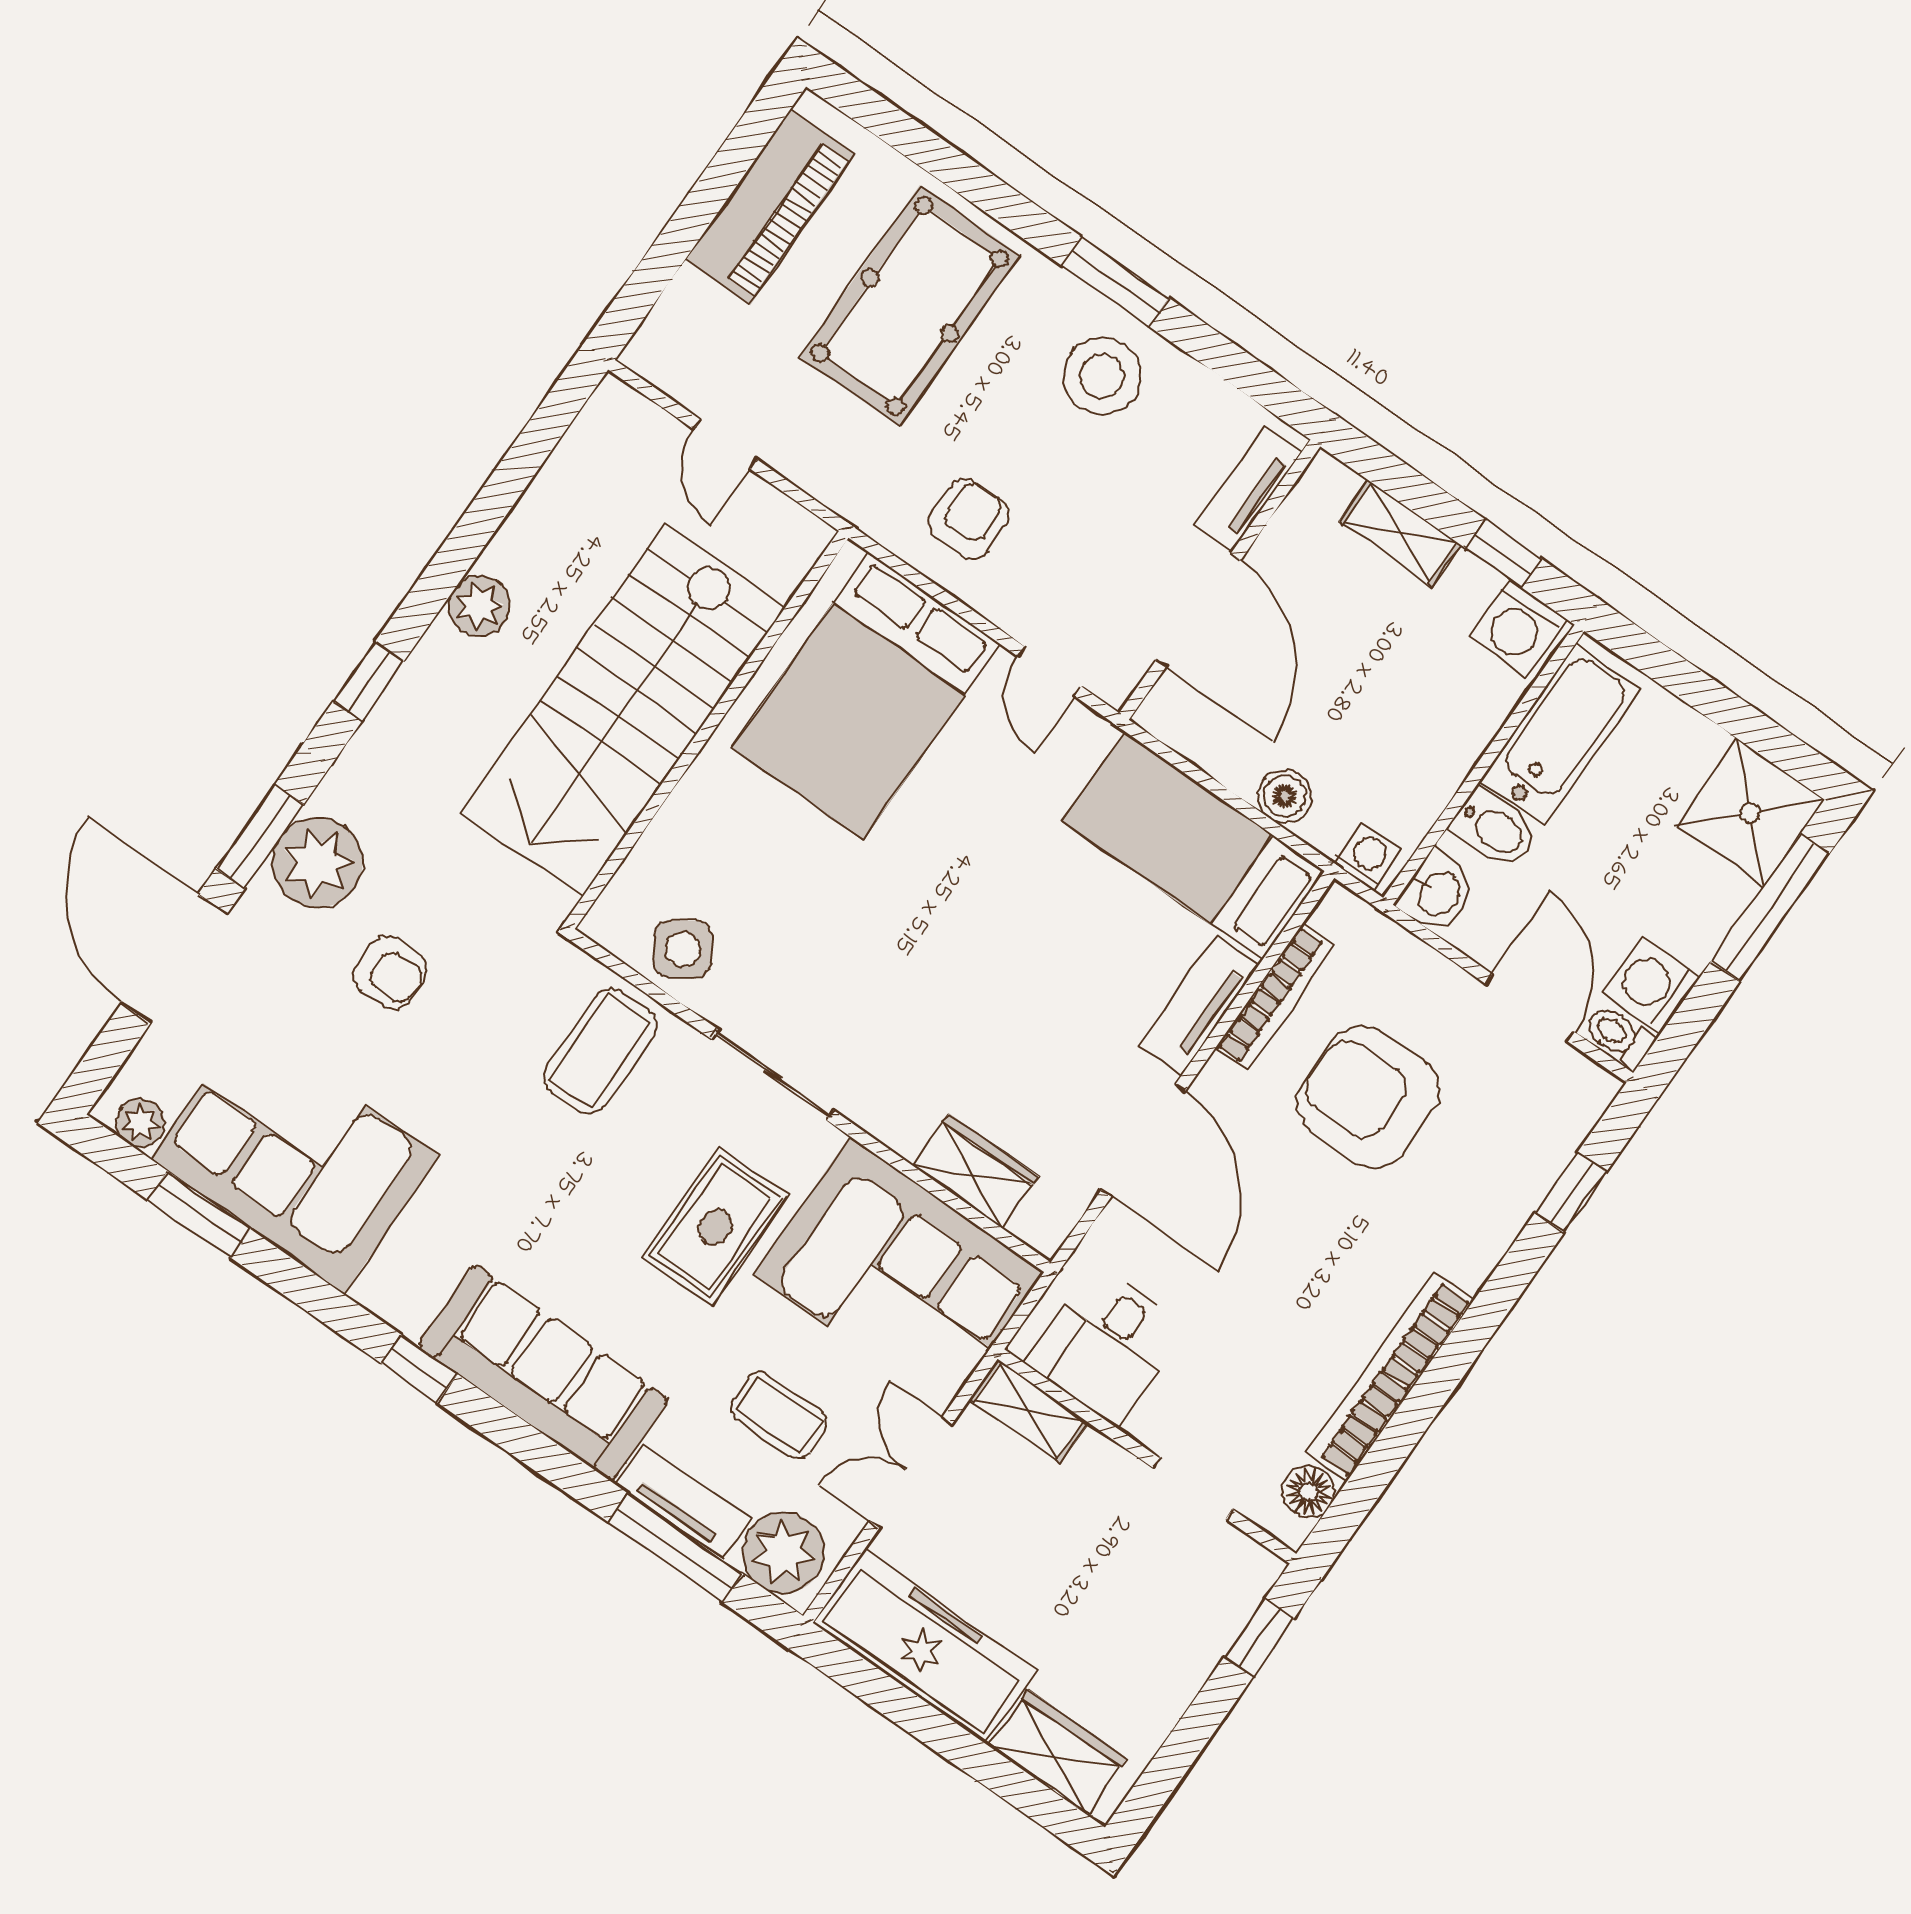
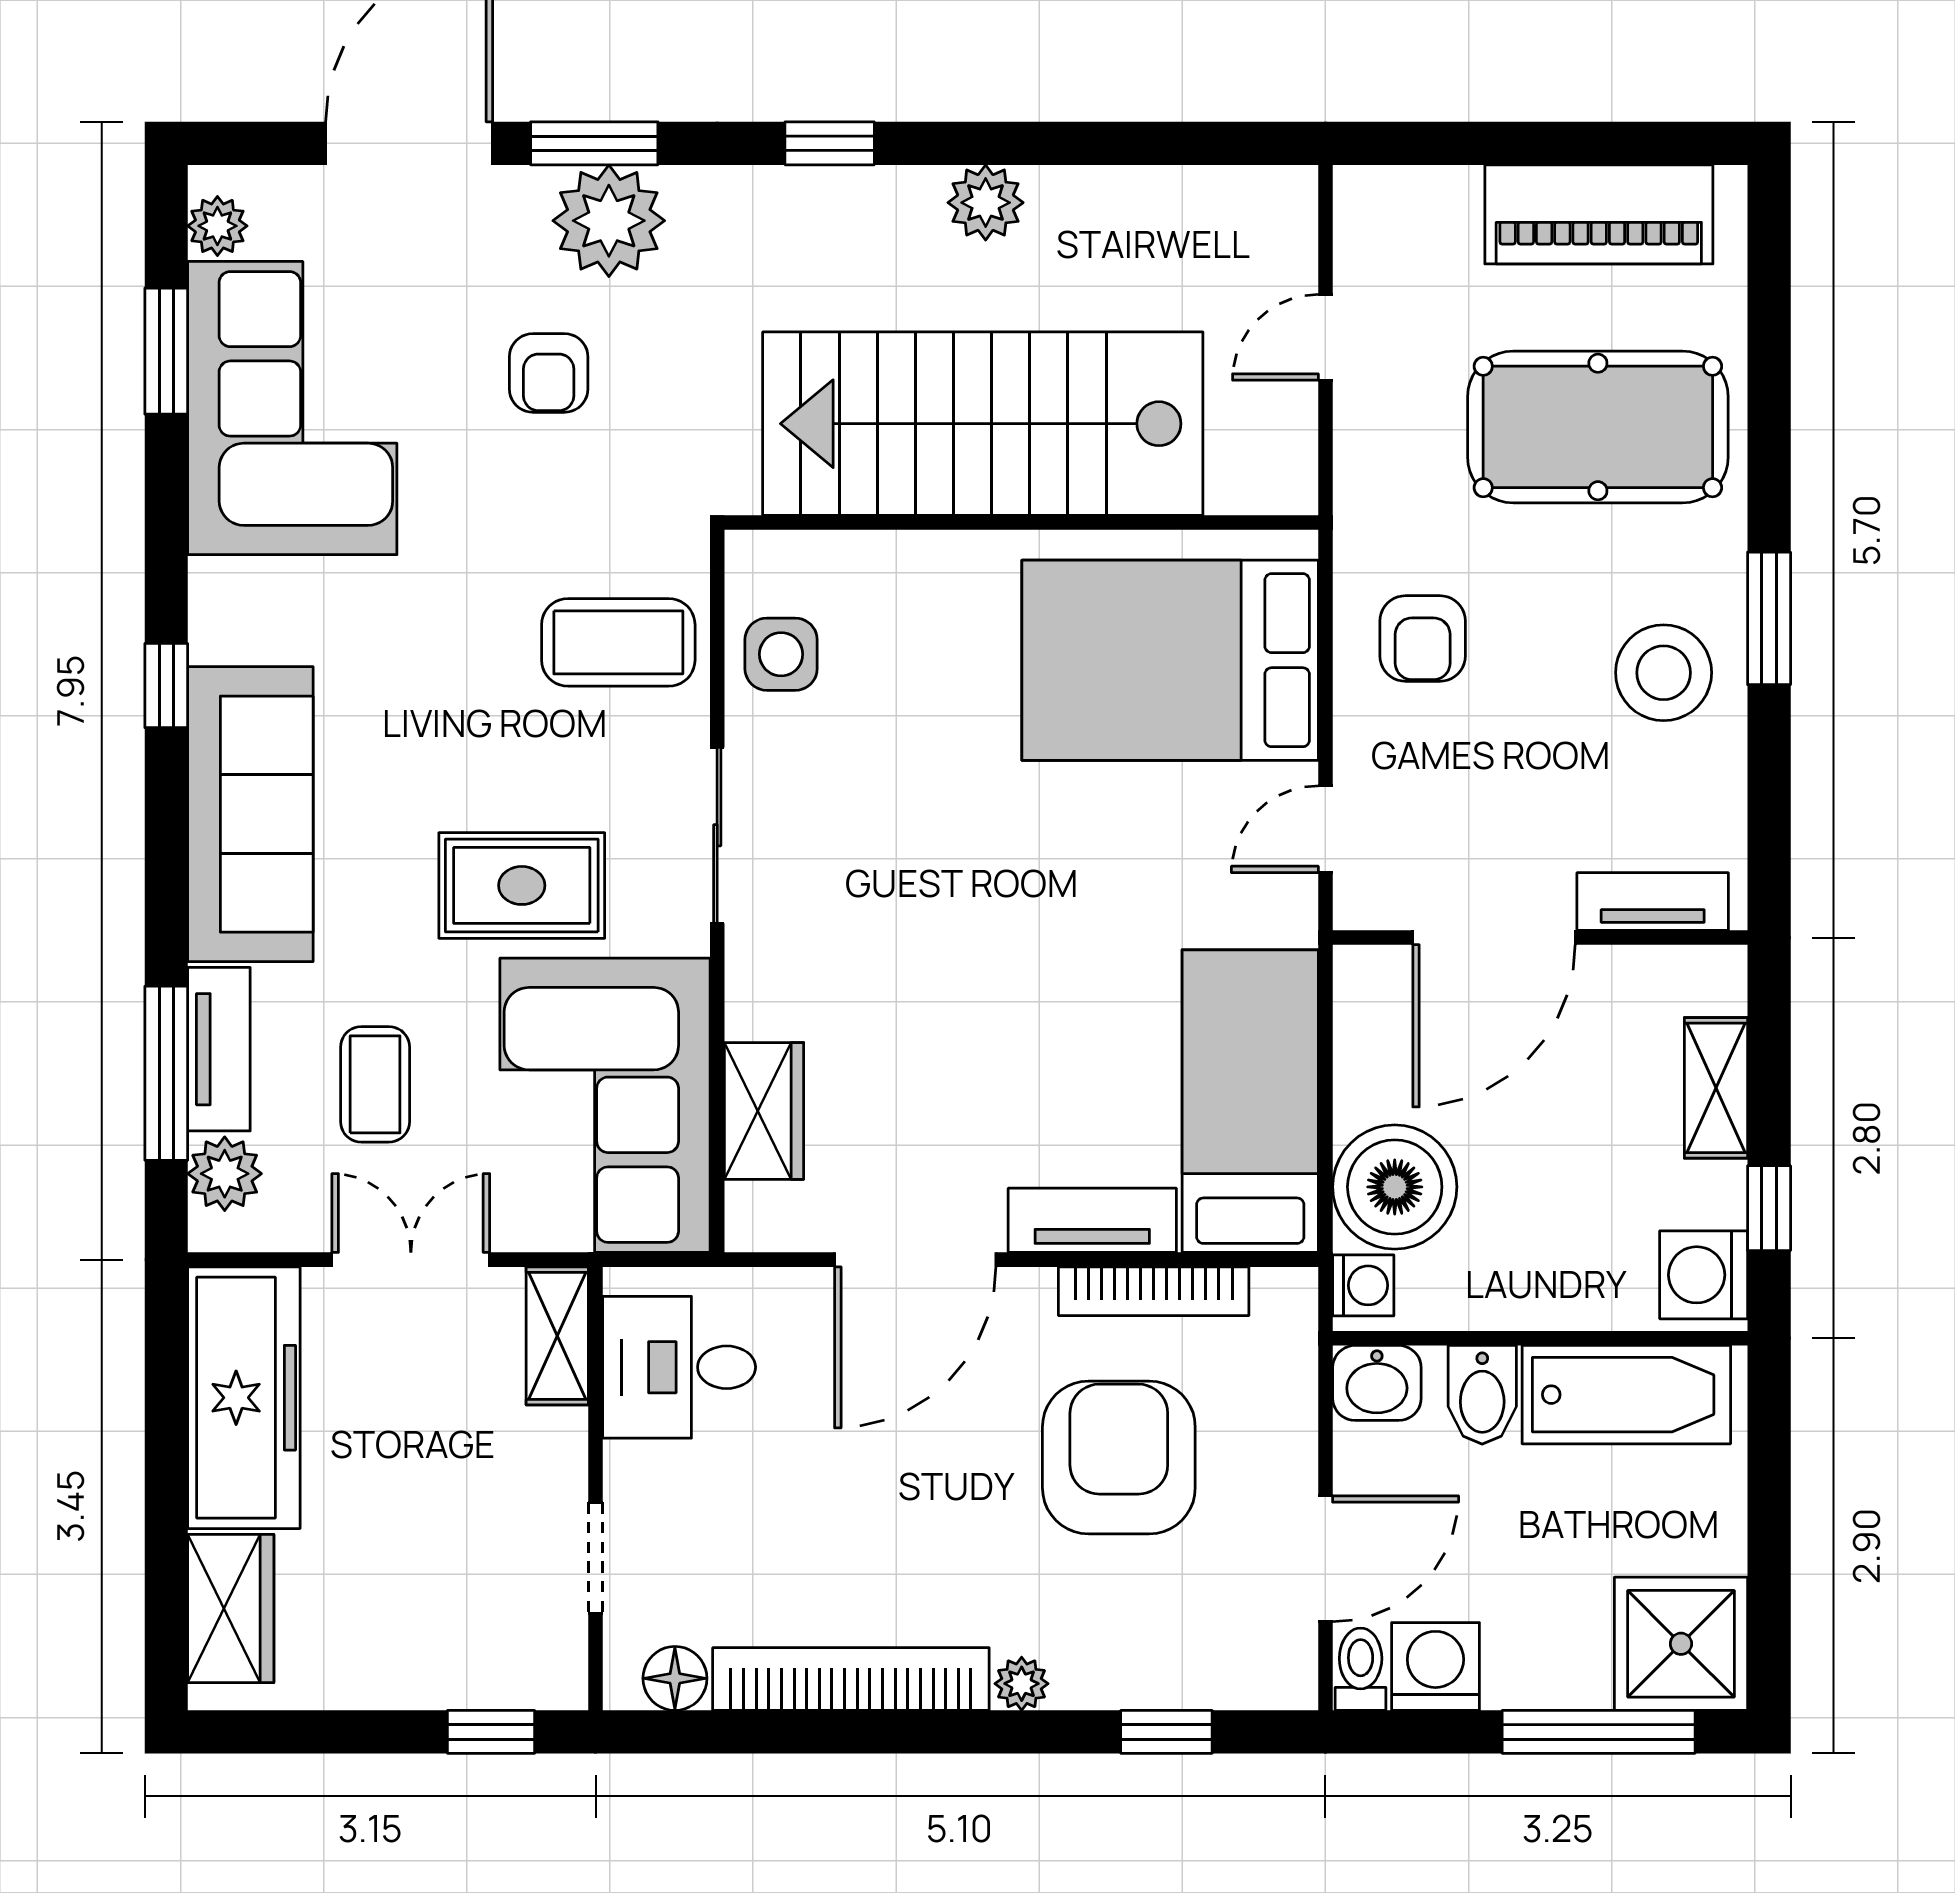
armchair: (968, 519) -> (1423, 638), turned 90
boiler: (1285, 796) -> (1395, 1187), width x1.86, depth x1.86
side table: (683, 949) -> (781, 654), turned 33
plant: (1472, 1266) -> (1022, 1684), added
plant: (783, 1553) -> (225, 1174), width x0.73, depth x0.73

